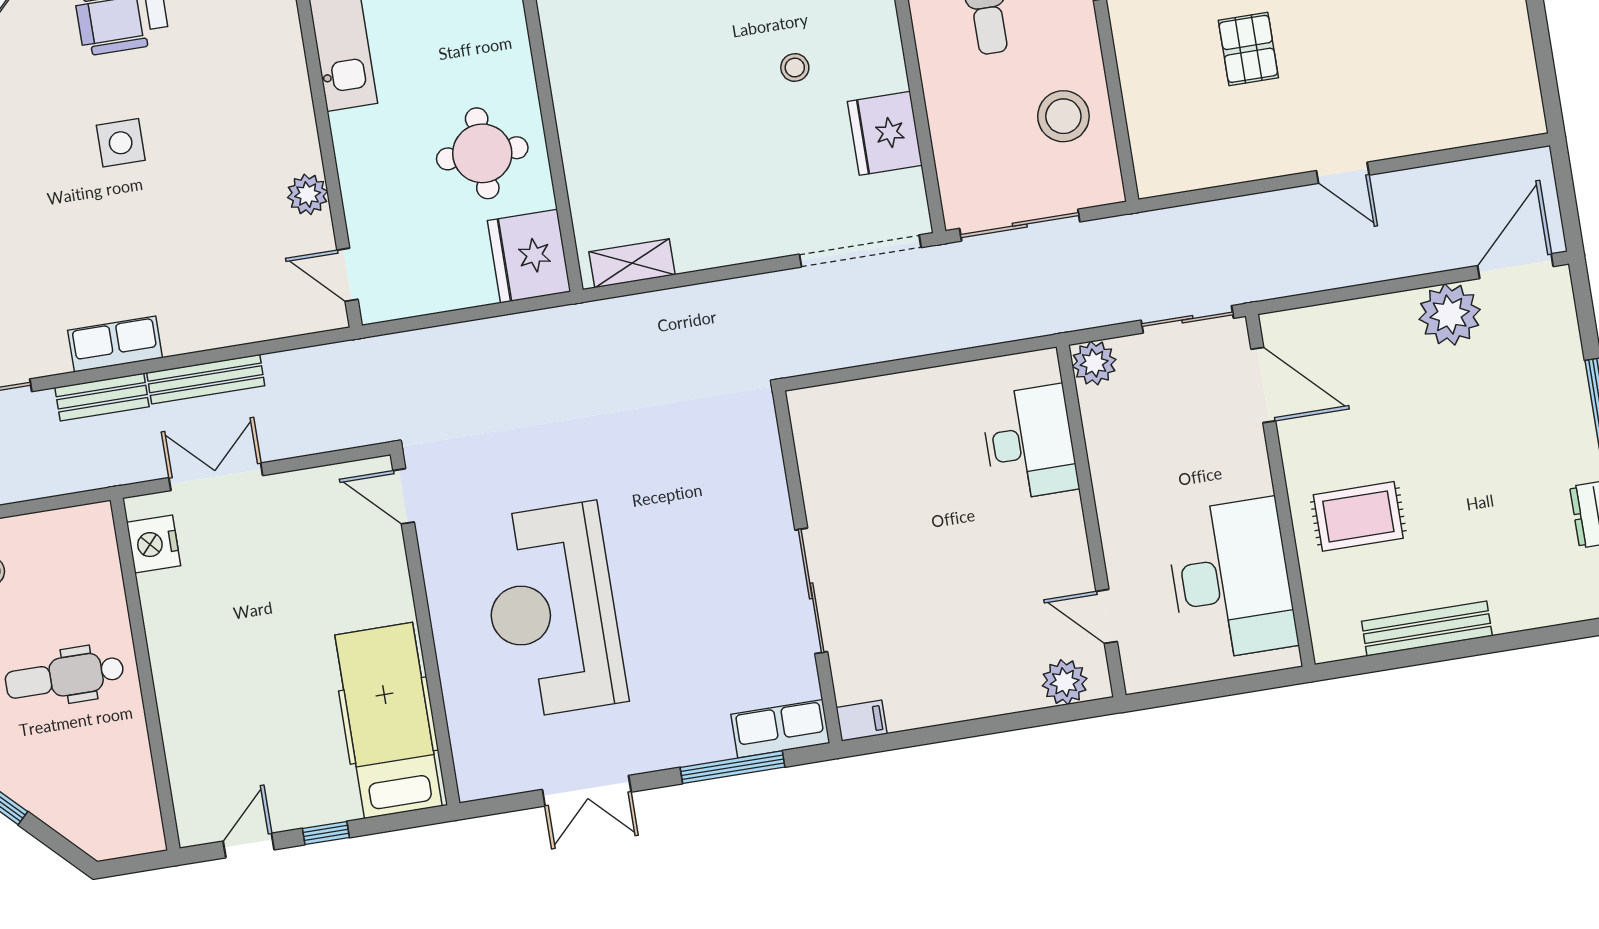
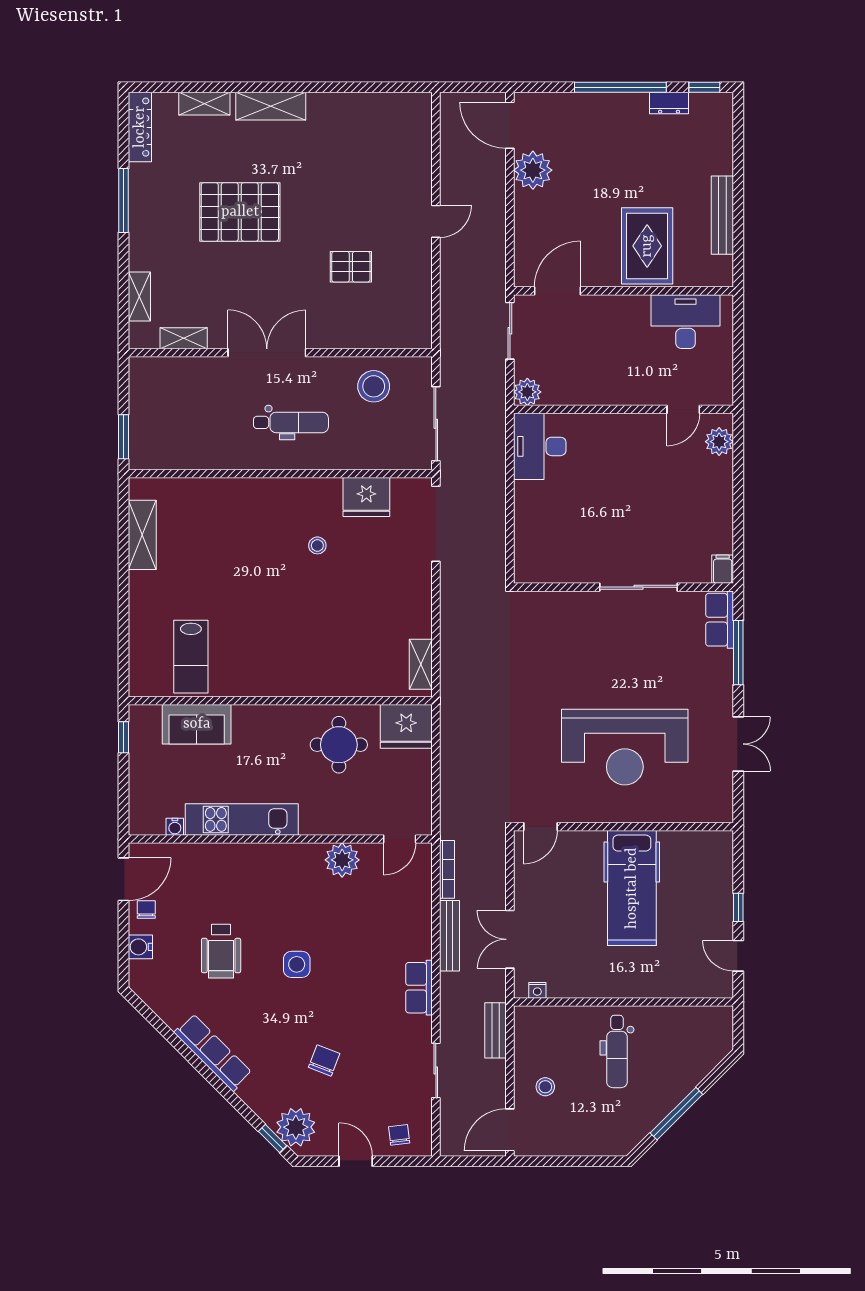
plant: (308, 194) -> (342, 860), width x1.36, depth x1.36
bookcase: (311, 358) -> (447, 869), added
bench: (102, 397) -> (496, 1030), moved
desk: (1030, 443) -> (540, 446), moved, turned -90
rug: (1358, 516) -> (647, 246), width x1.36, depth x1.43
nightstand: (154, 544) -> (537, 990), width x0.53, depth x0.56
desk: (1231, 579) -> (686, 322), width x0.73, depth x0.77
hospital bed: (389, 720) -> (632, 888), moved, turned -90

